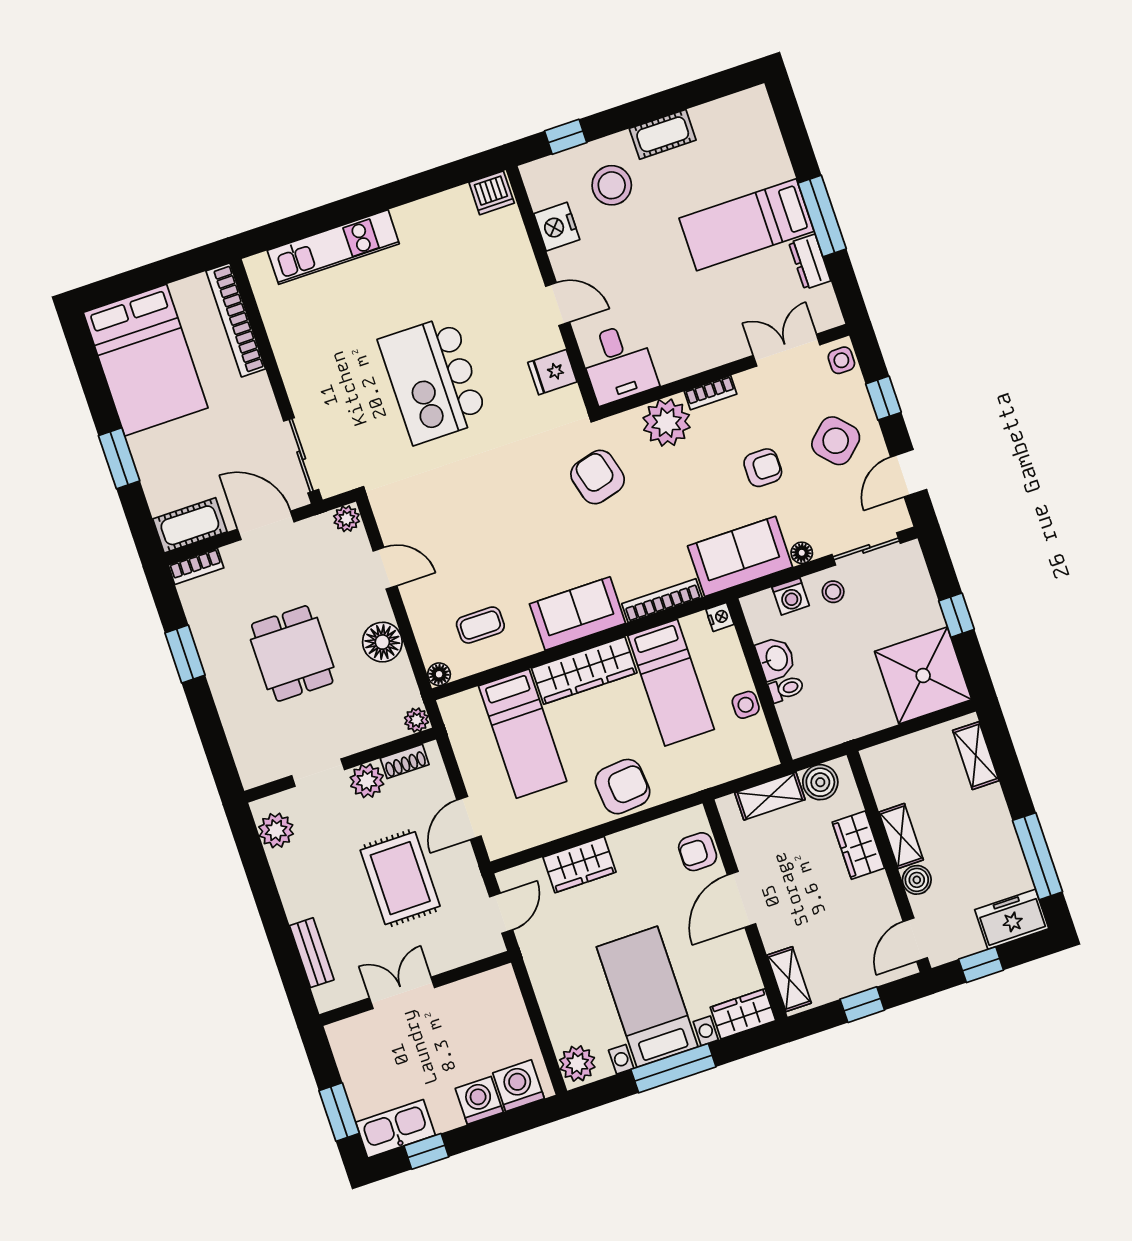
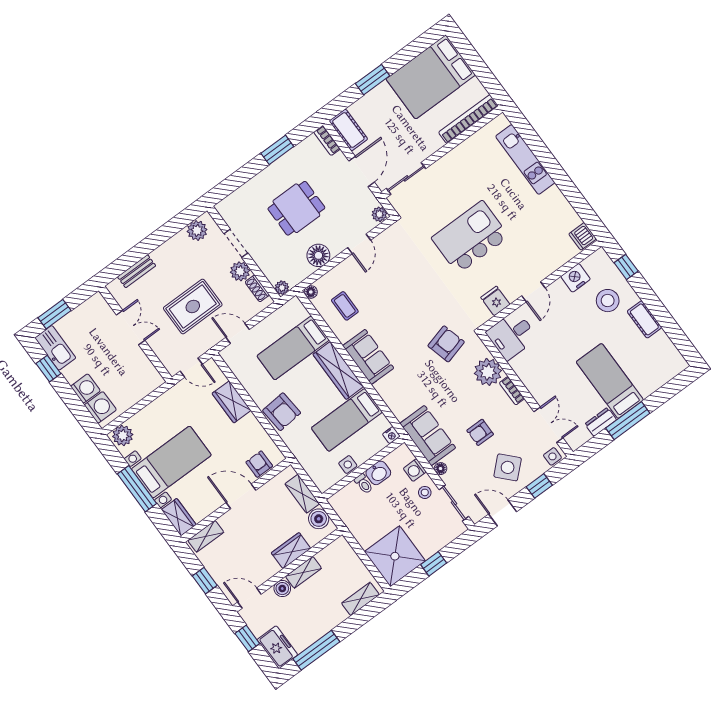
armchair: (763, 468) -> (480, 432), turned 90
bookcase: (662, 601) -> (390, 401), removed

